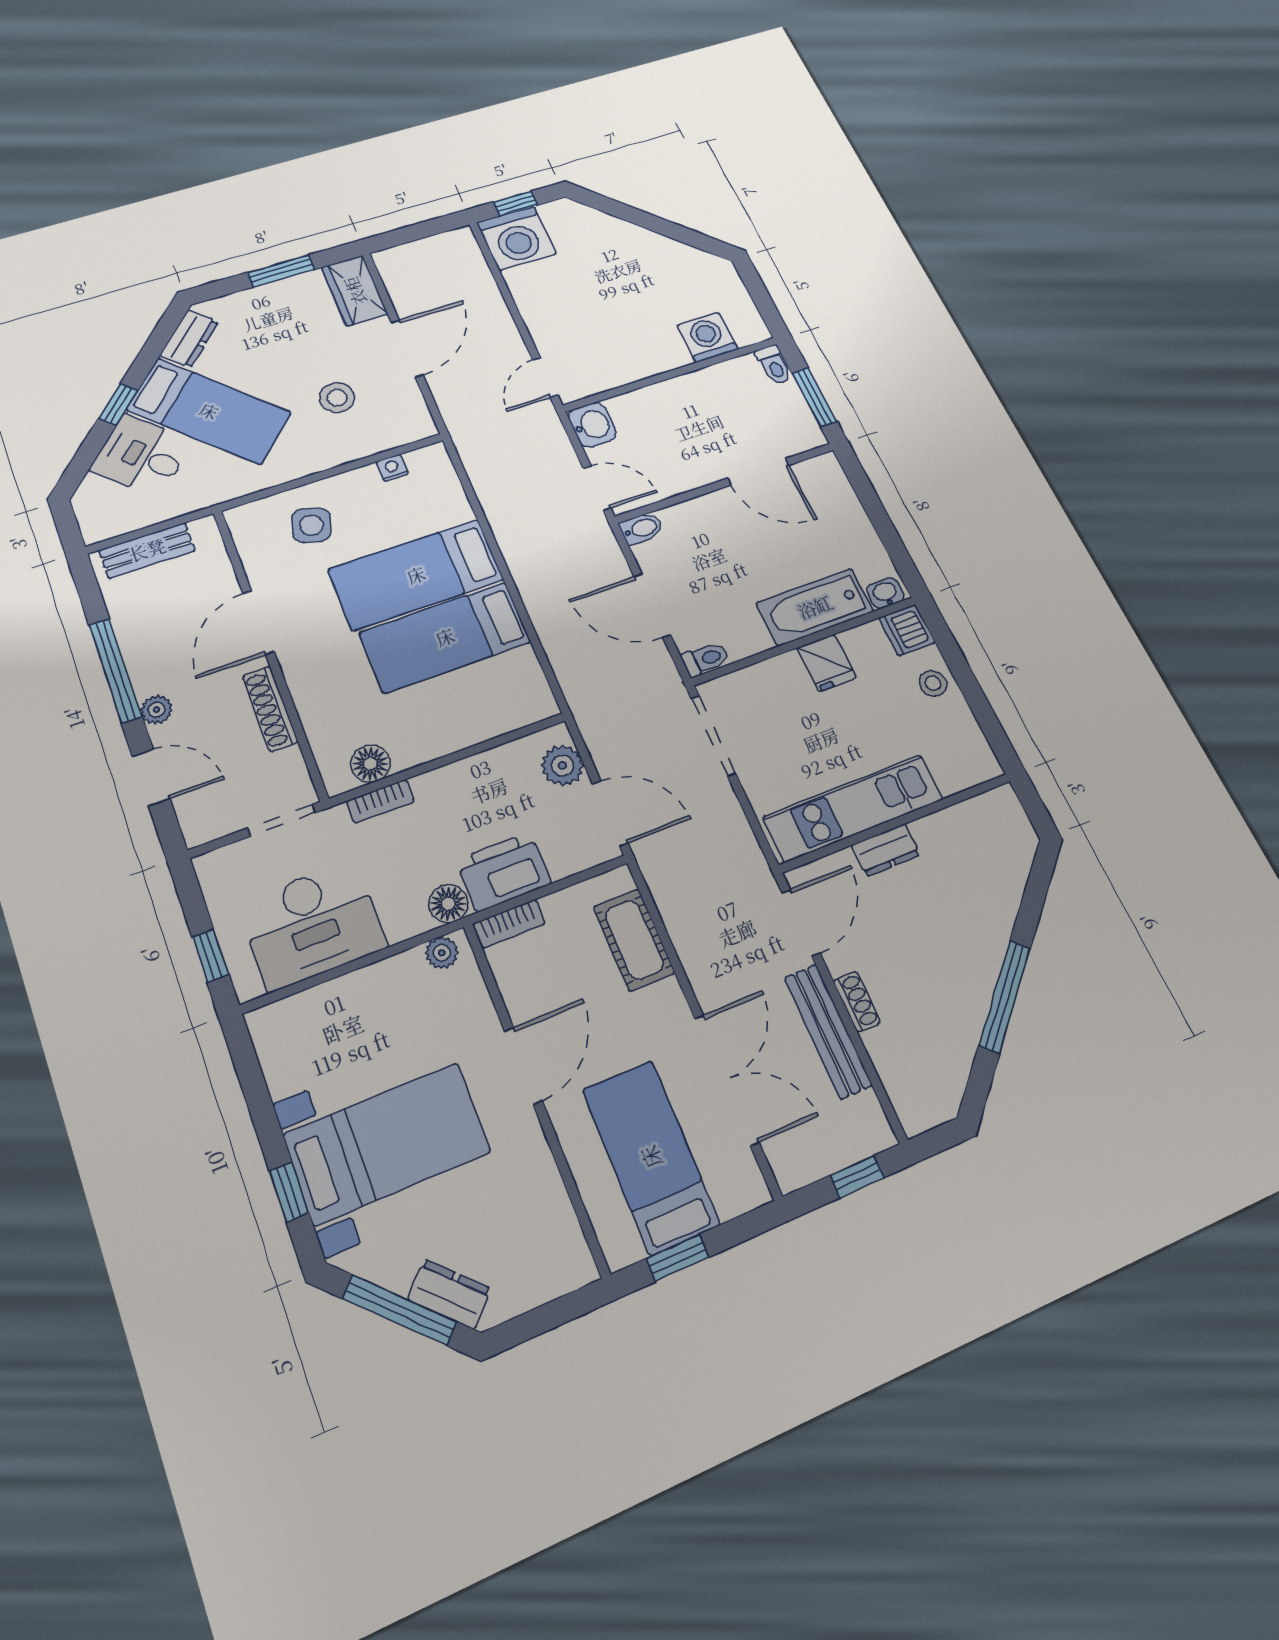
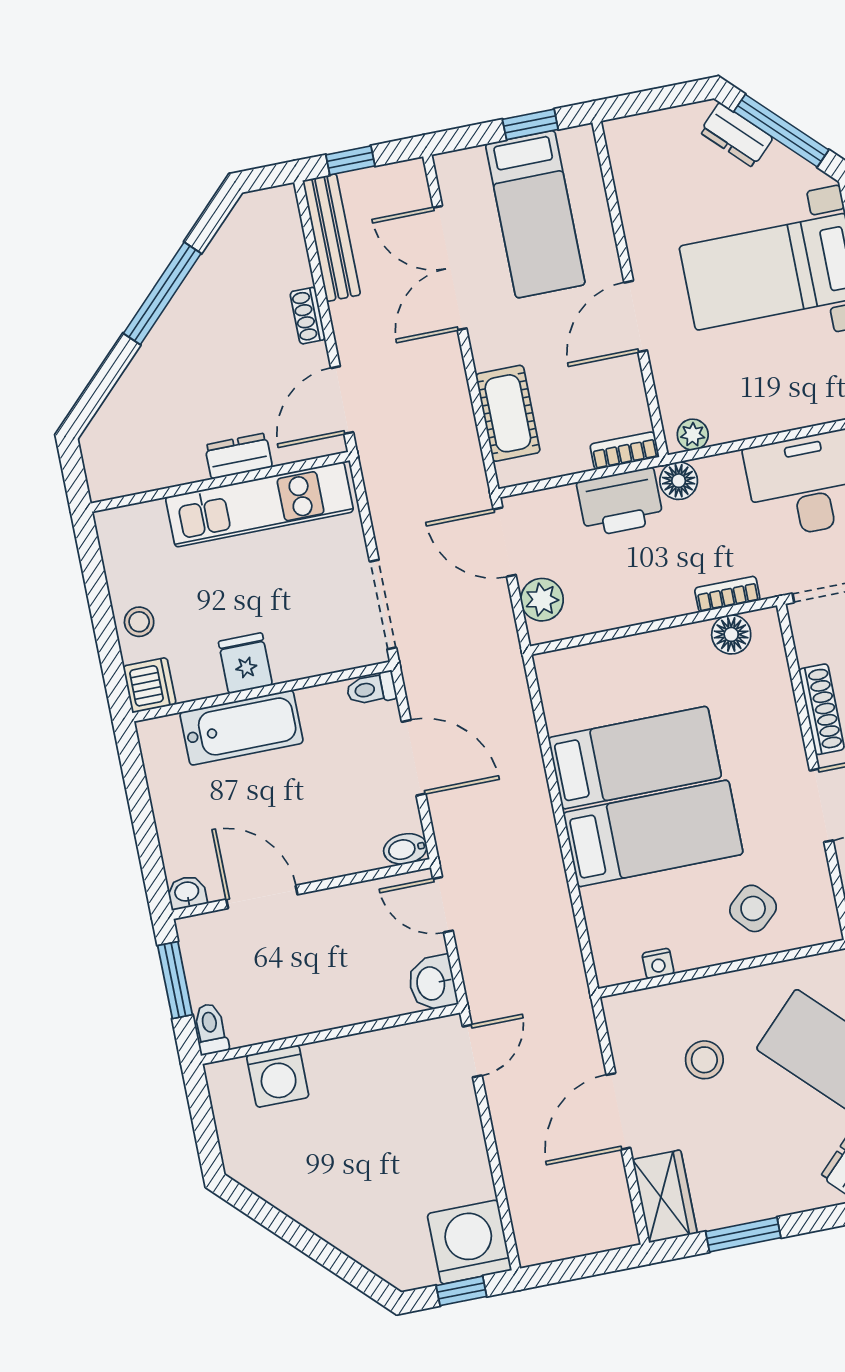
side table: (311, 525) -> (753, 908), turned 30
washbasin: (885, 593) -> (187, 892), moved, turned 180
bench: (828, 1031) -> (332, 238), moved

